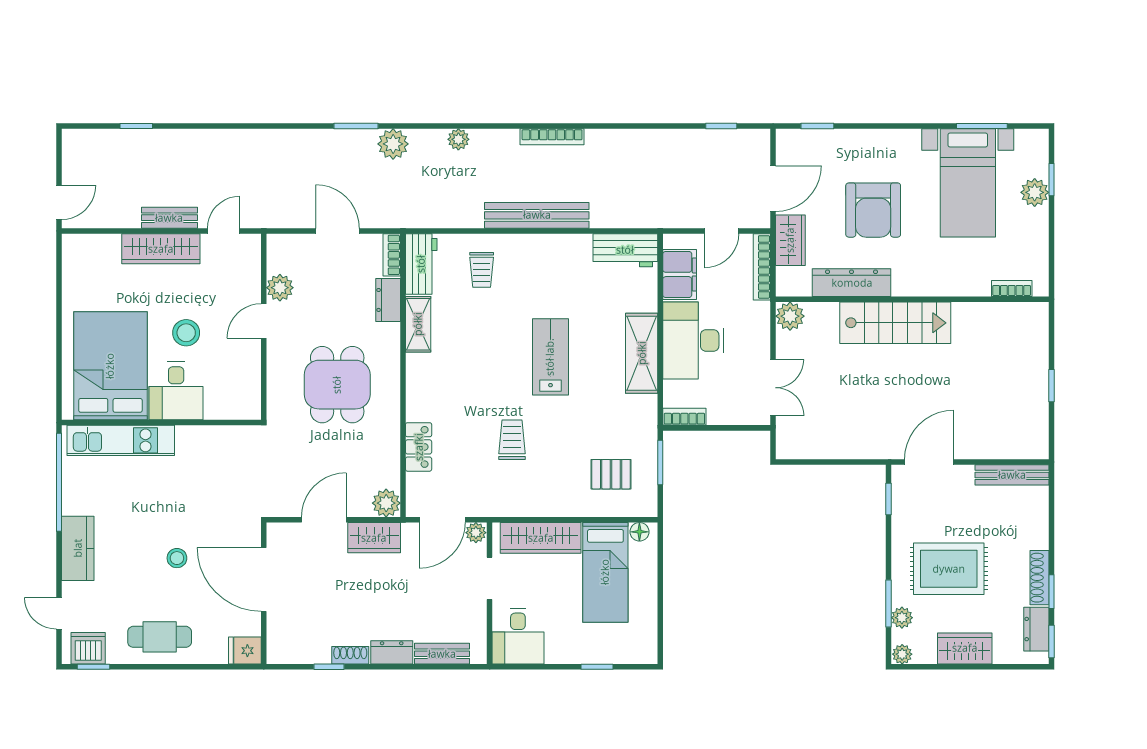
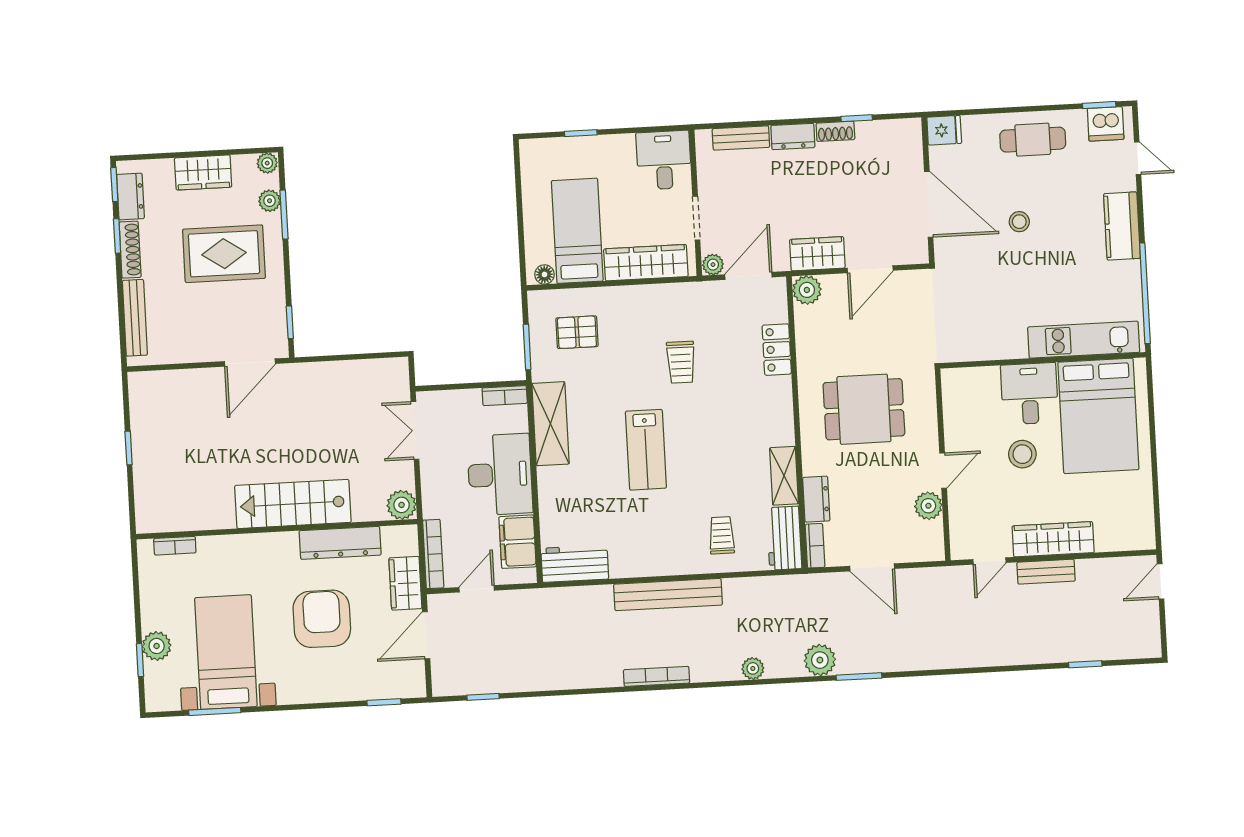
shelving: (642, 353) -> (550, 424), moved
dining table: (337, 385) -> (864, 409), turned 90
bench: (1012, 475) -> (135, 318), moved, turned 90

